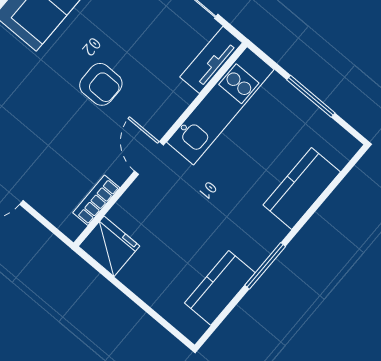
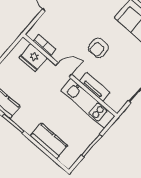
tv unit: (211, 60) -> (95, 87), moved
fridge: (109, 246) -> (33, 58), moved, turned 90

